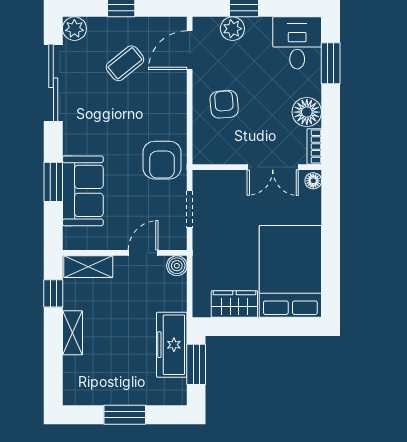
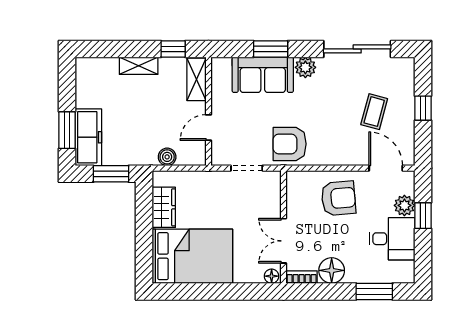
plant: (74, 29) -> (305, 67), moved
desk: (297, 43) -> (392, 239), moved
coffee table: (125, 63) -> (374, 112), turned 54
armchair: (224, 104) -> (338, 198), width x1.38, depth x1.38
door: (143, 253) -> (209, 127), swing flipped
boiler: (177, 266) -> (167, 157), moved
freezer: (172, 345) -> (88, 137), moved, turned 90
window: (125, 415) -> (67, 130), moved

